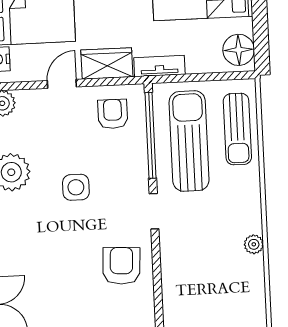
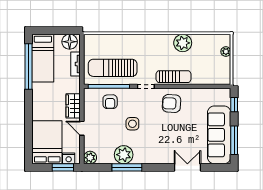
tv unit: (159, 66) -> (76, 64), moved
armchair: (113, 114) -> (110, 102), moved, turned -91
sun lounger: (237, 129) -> (174, 77), moved
plant: (254, 244) -> (183, 43), moved, width x1.88, depth x1.88

